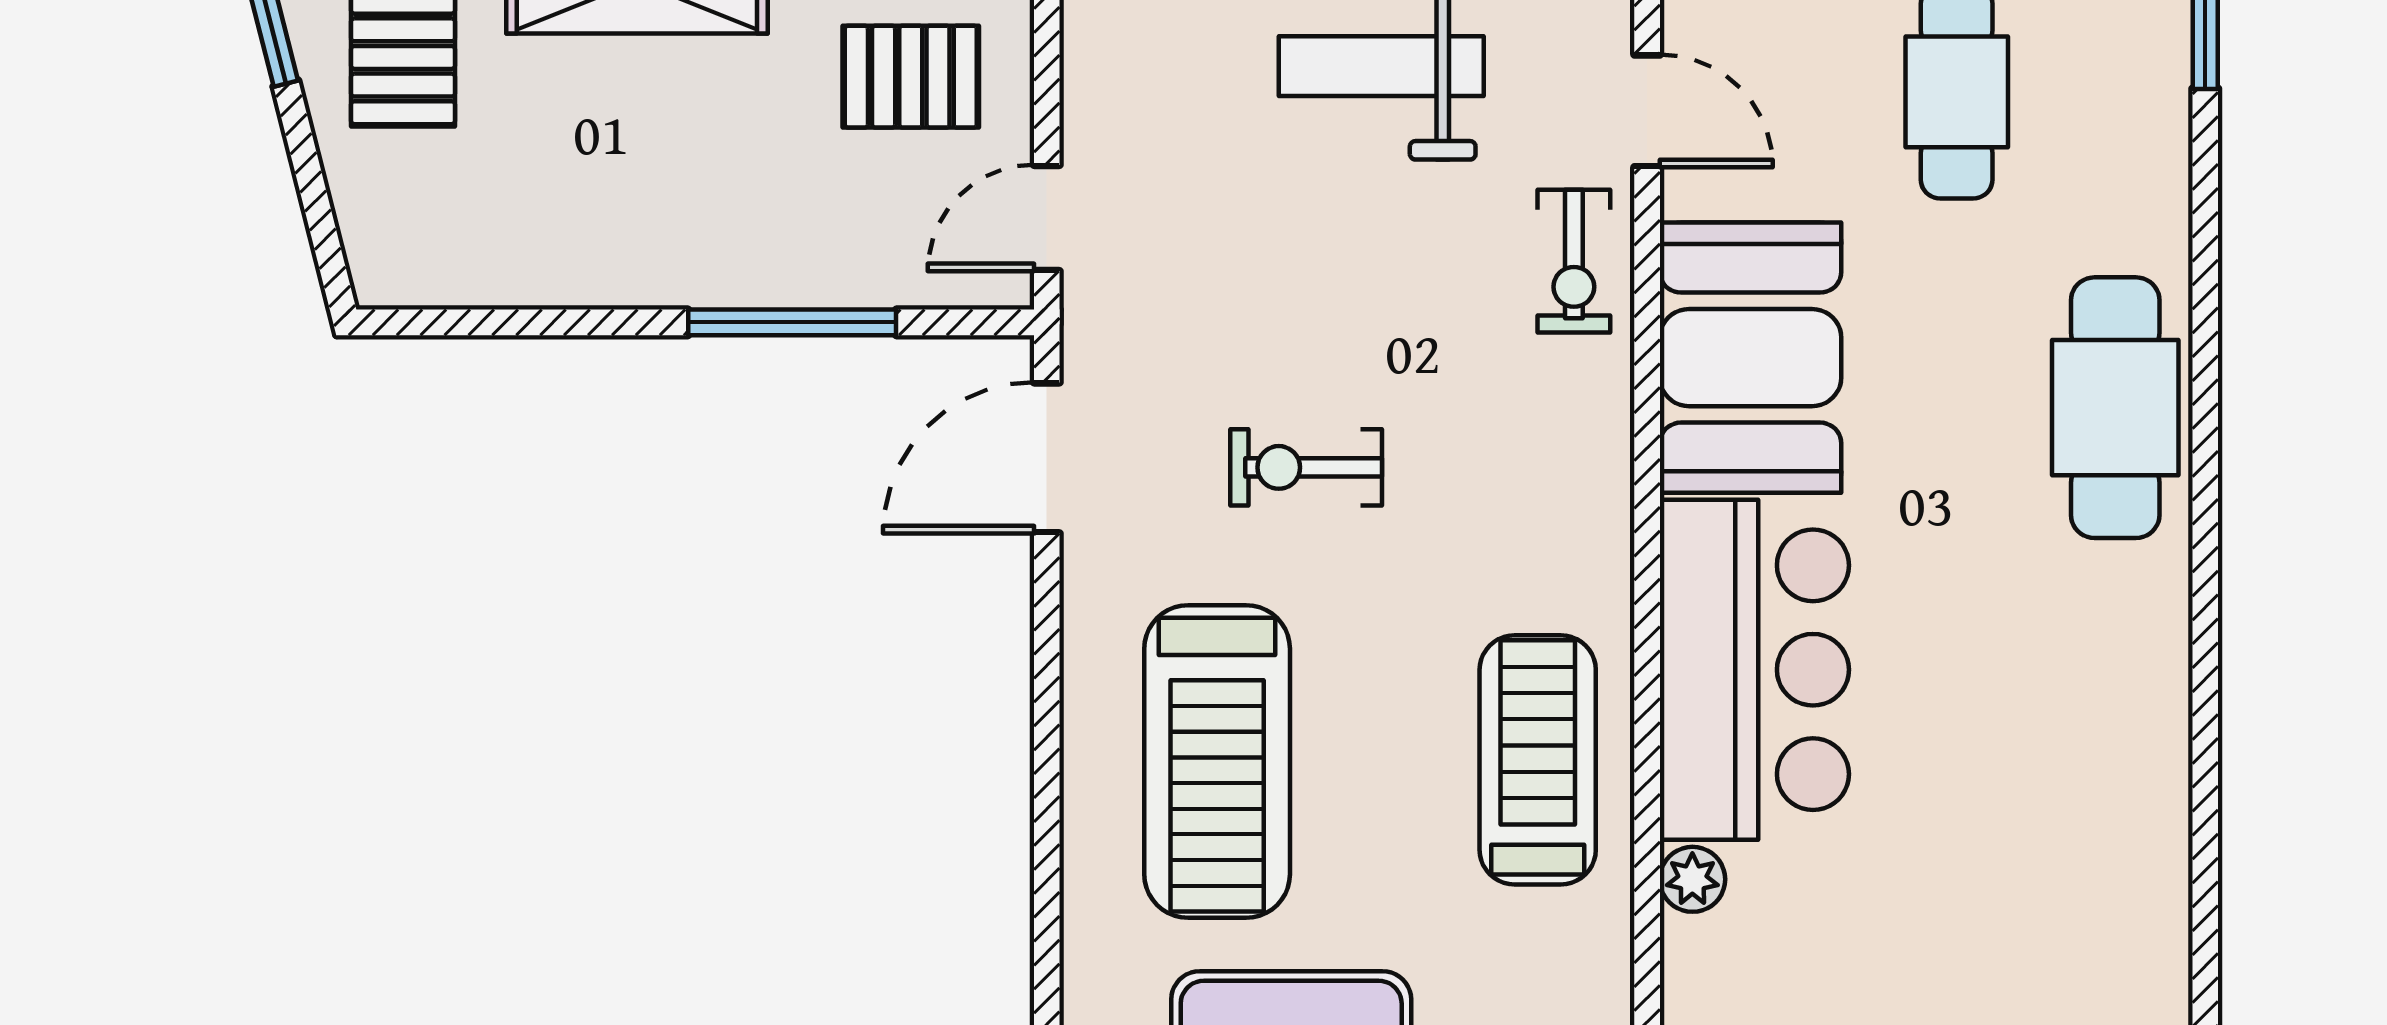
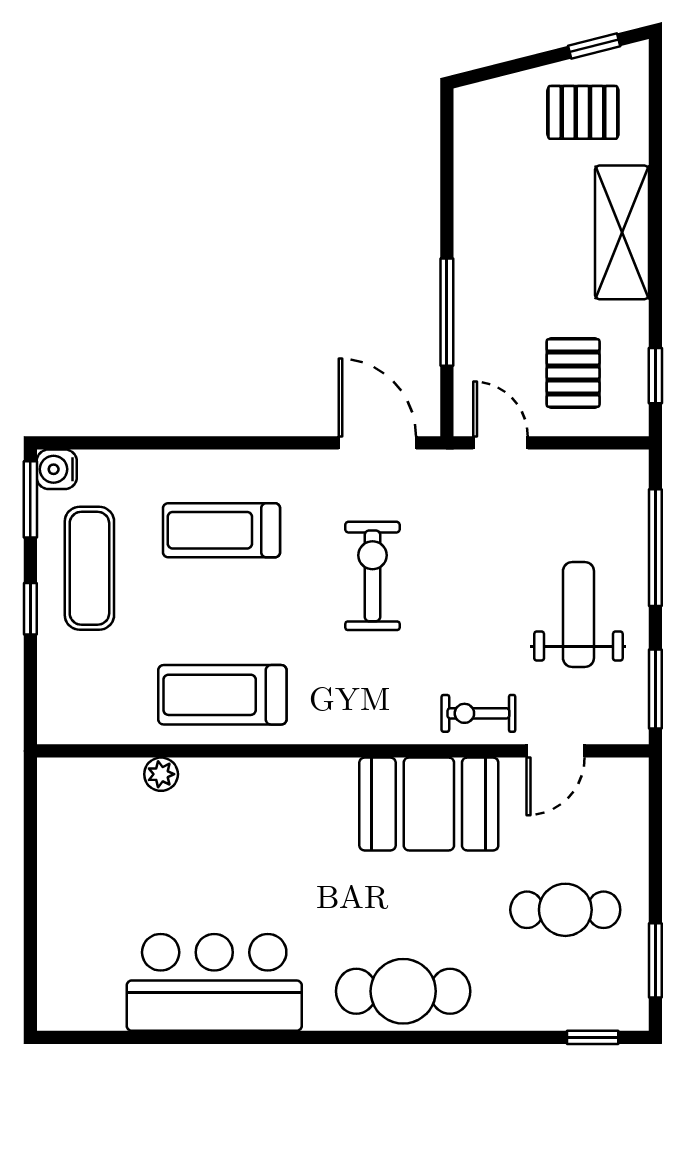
exercise bike: (1306, 467) -> (372, 576), width x1.38, depth x1.39
bar counter: (1754, 670) -> (214, 982), moved, turned 180
treadmill: (1538, 760) -> (222, 695), turned 180
treadmill: (1217, 761) -> (222, 530), width x0.73, depth x0.73

